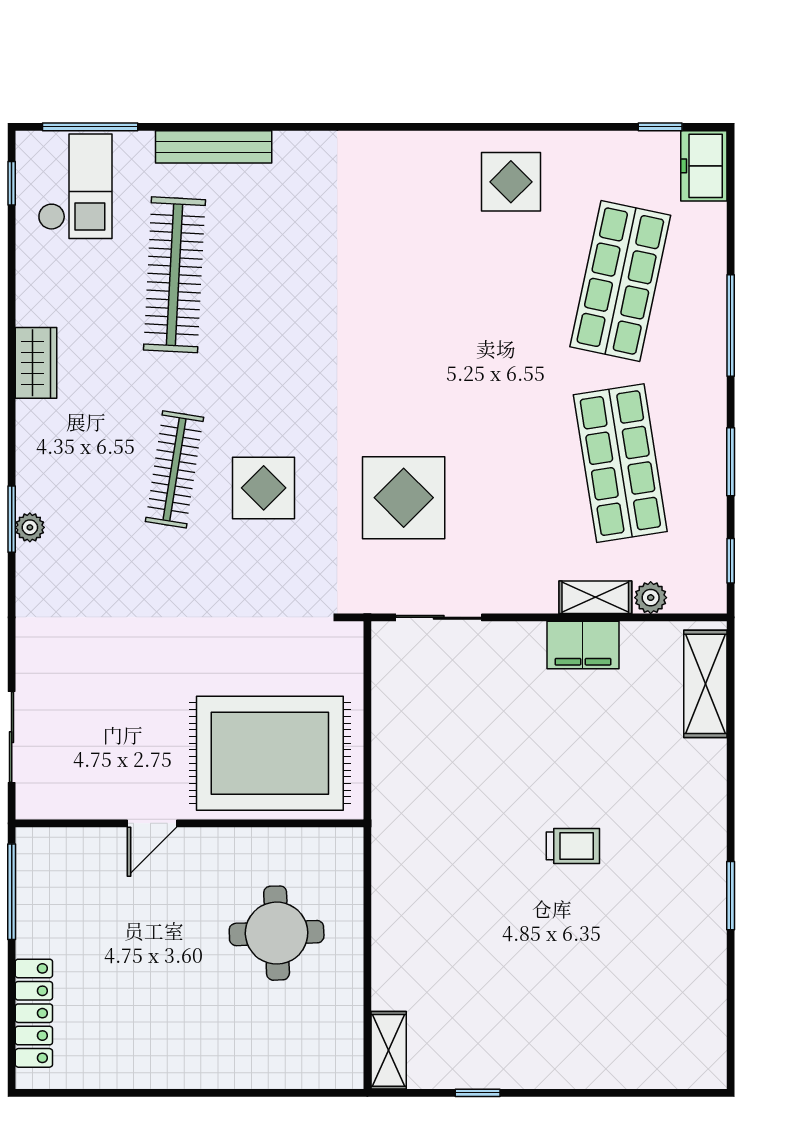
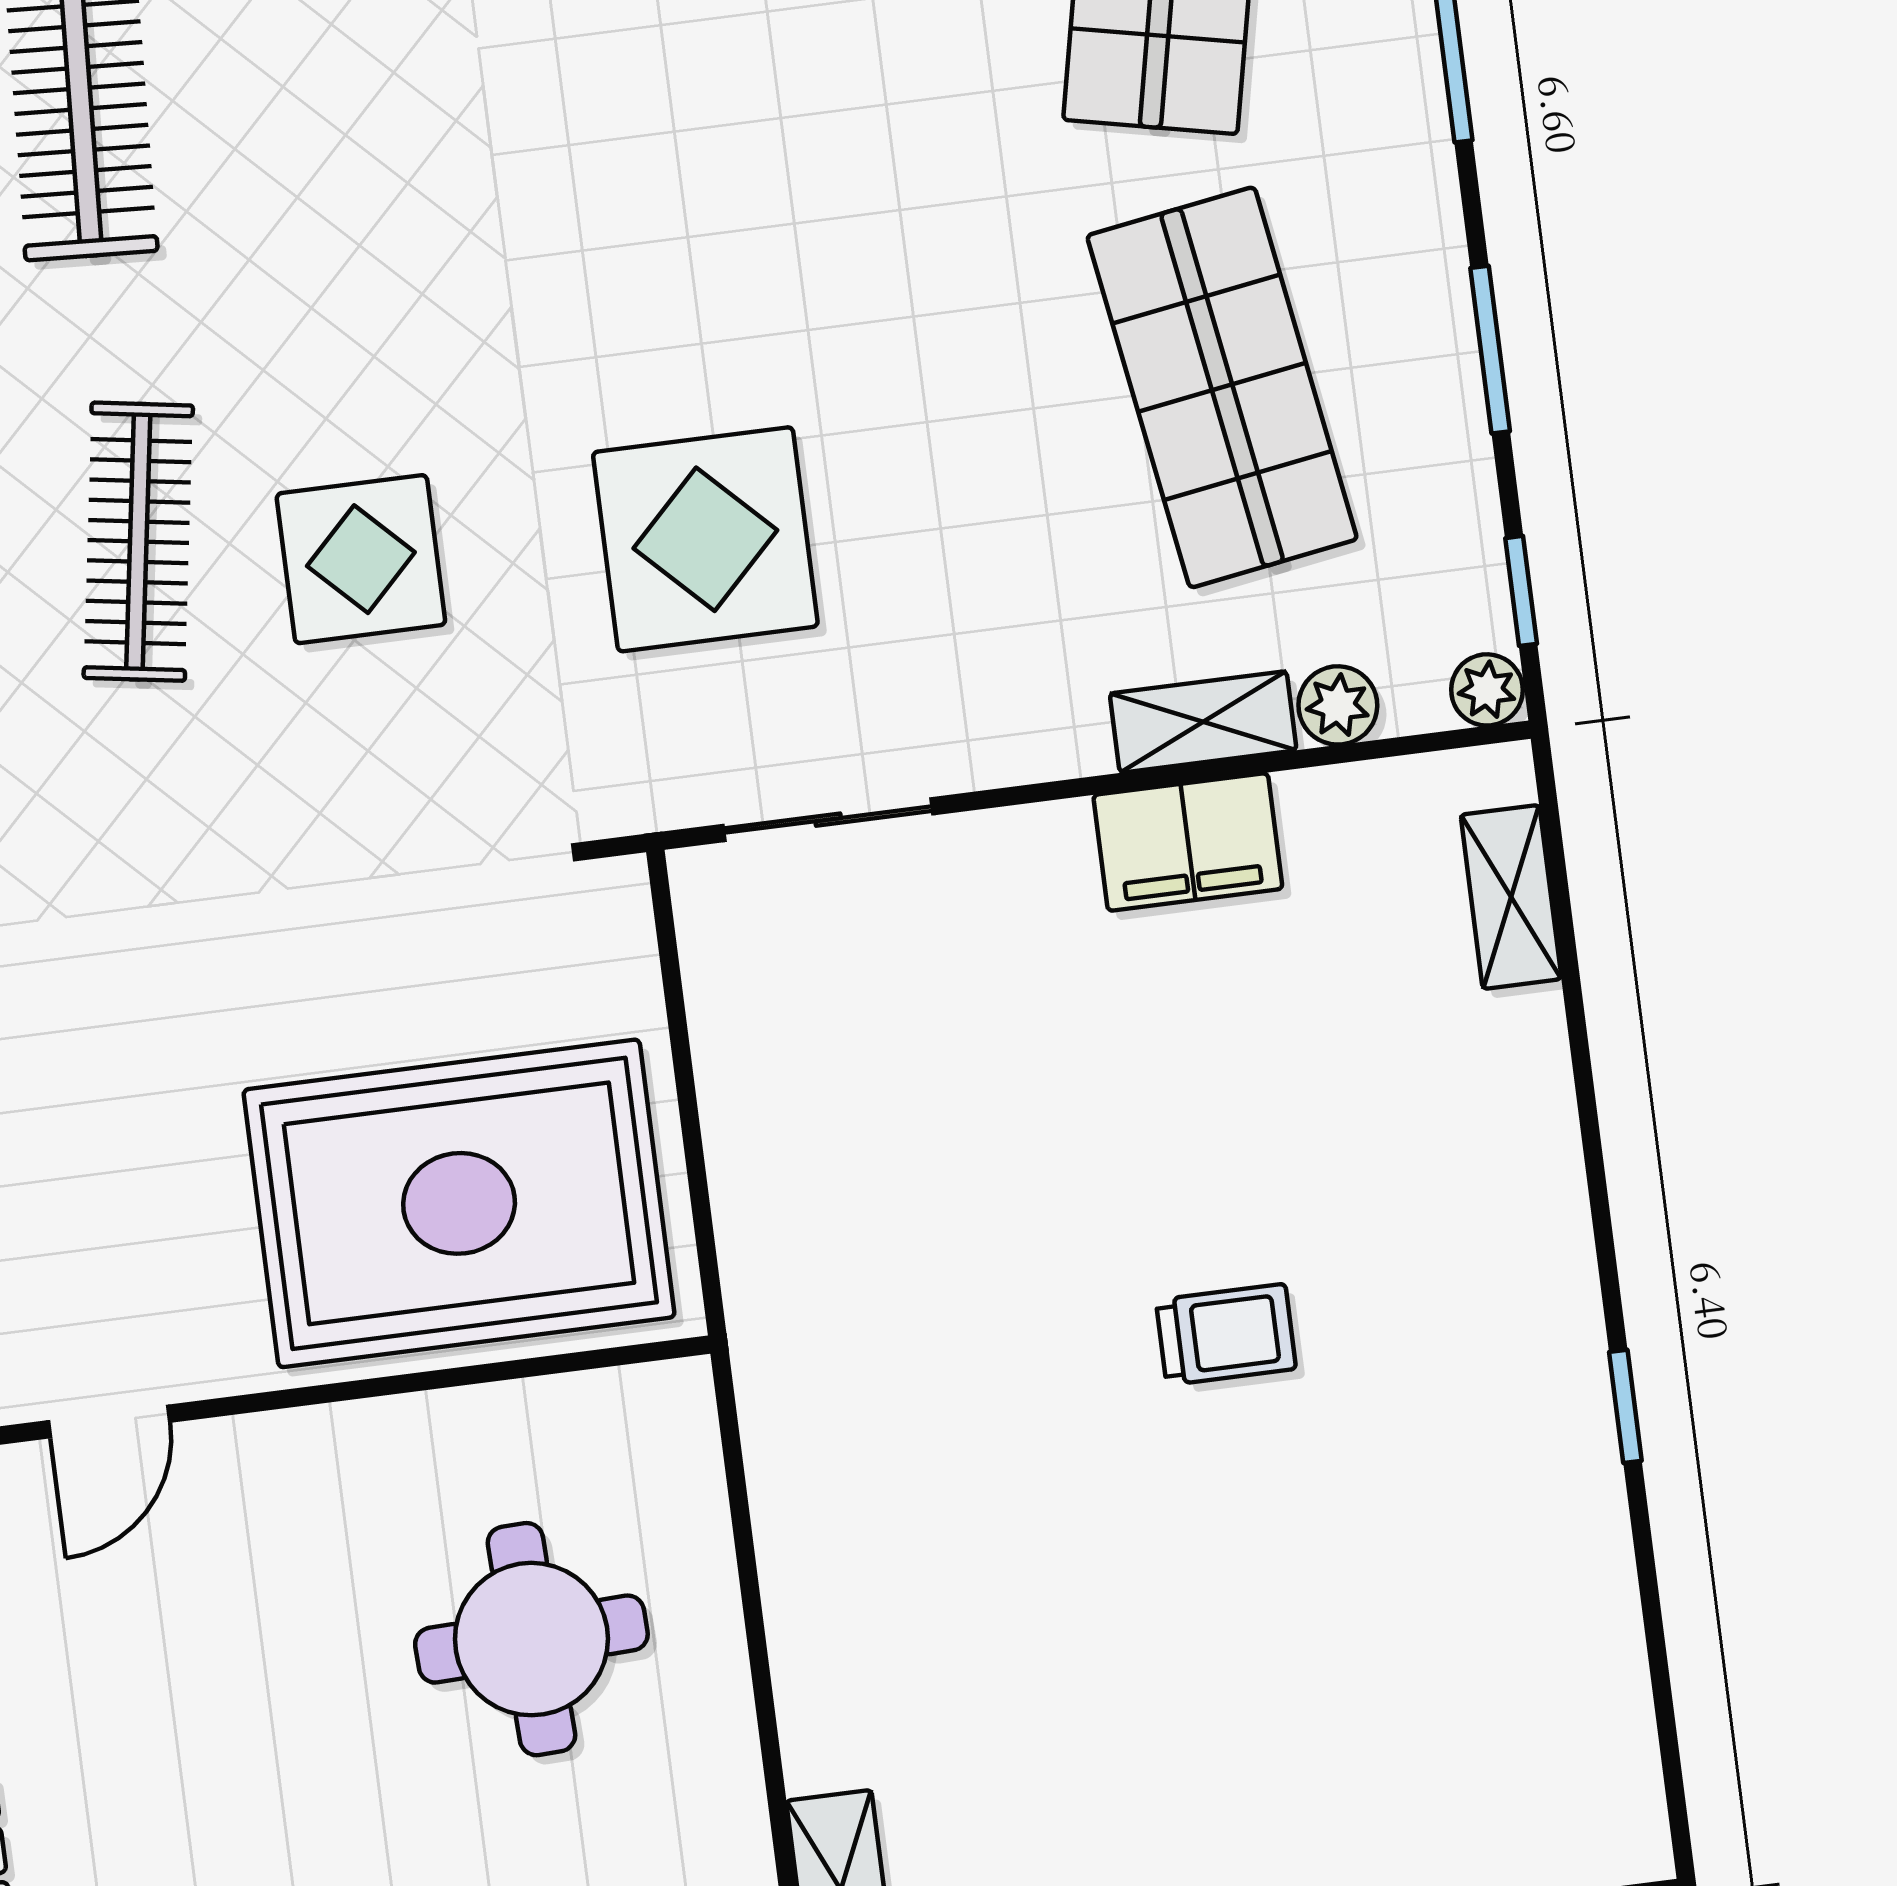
plant: (712, 599) -> (1487, 690), added
shelving: (705, 684) -> (1511, 897), width x0.67, depth x0.75
door: (152, 823) -> (109, 1422), moved
window: (731, 896) -> (1625, 1406), width x0.67

